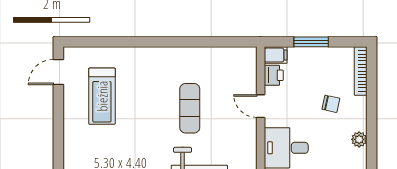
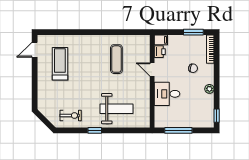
window: (311, 42) -> (193, 32), moved
treadmill: (102, 96) -> (60, 64), turned 180
exercise mat: (190, 108) -> (116, 59), moved

